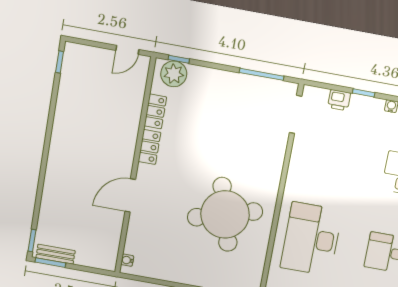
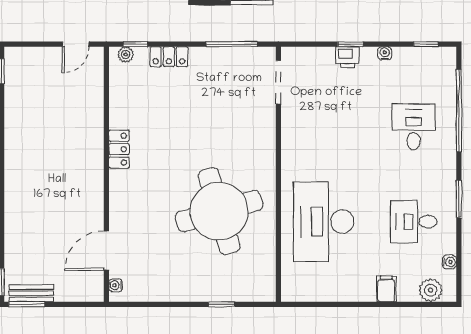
plant: (174, 74) -> (126, 55), width x0.53, depth x0.53
printer: (339, 100) -> (348, 57), moved
locker: (155, 111) -> (169, 57), moved, turned 90
door: (130, 195) -> (106, 251), moved

